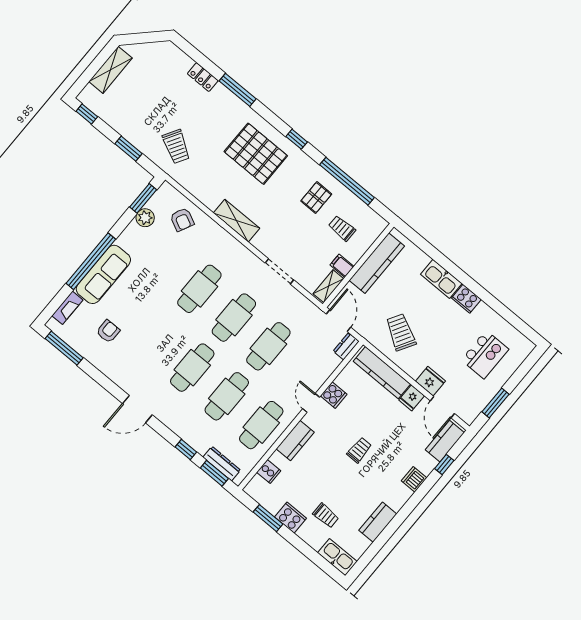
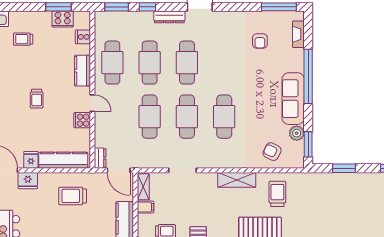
trolley: (176, 147) -> (277, 194), moved, turned 60
sofa: (103, 274) -> (293, 99), moved
trolley: (401, 332) -> (73, 196), turned 150
dresser: (222, 464) -> (169, 17), moved
cooker: (291, 518) -> (63, 19), moved

